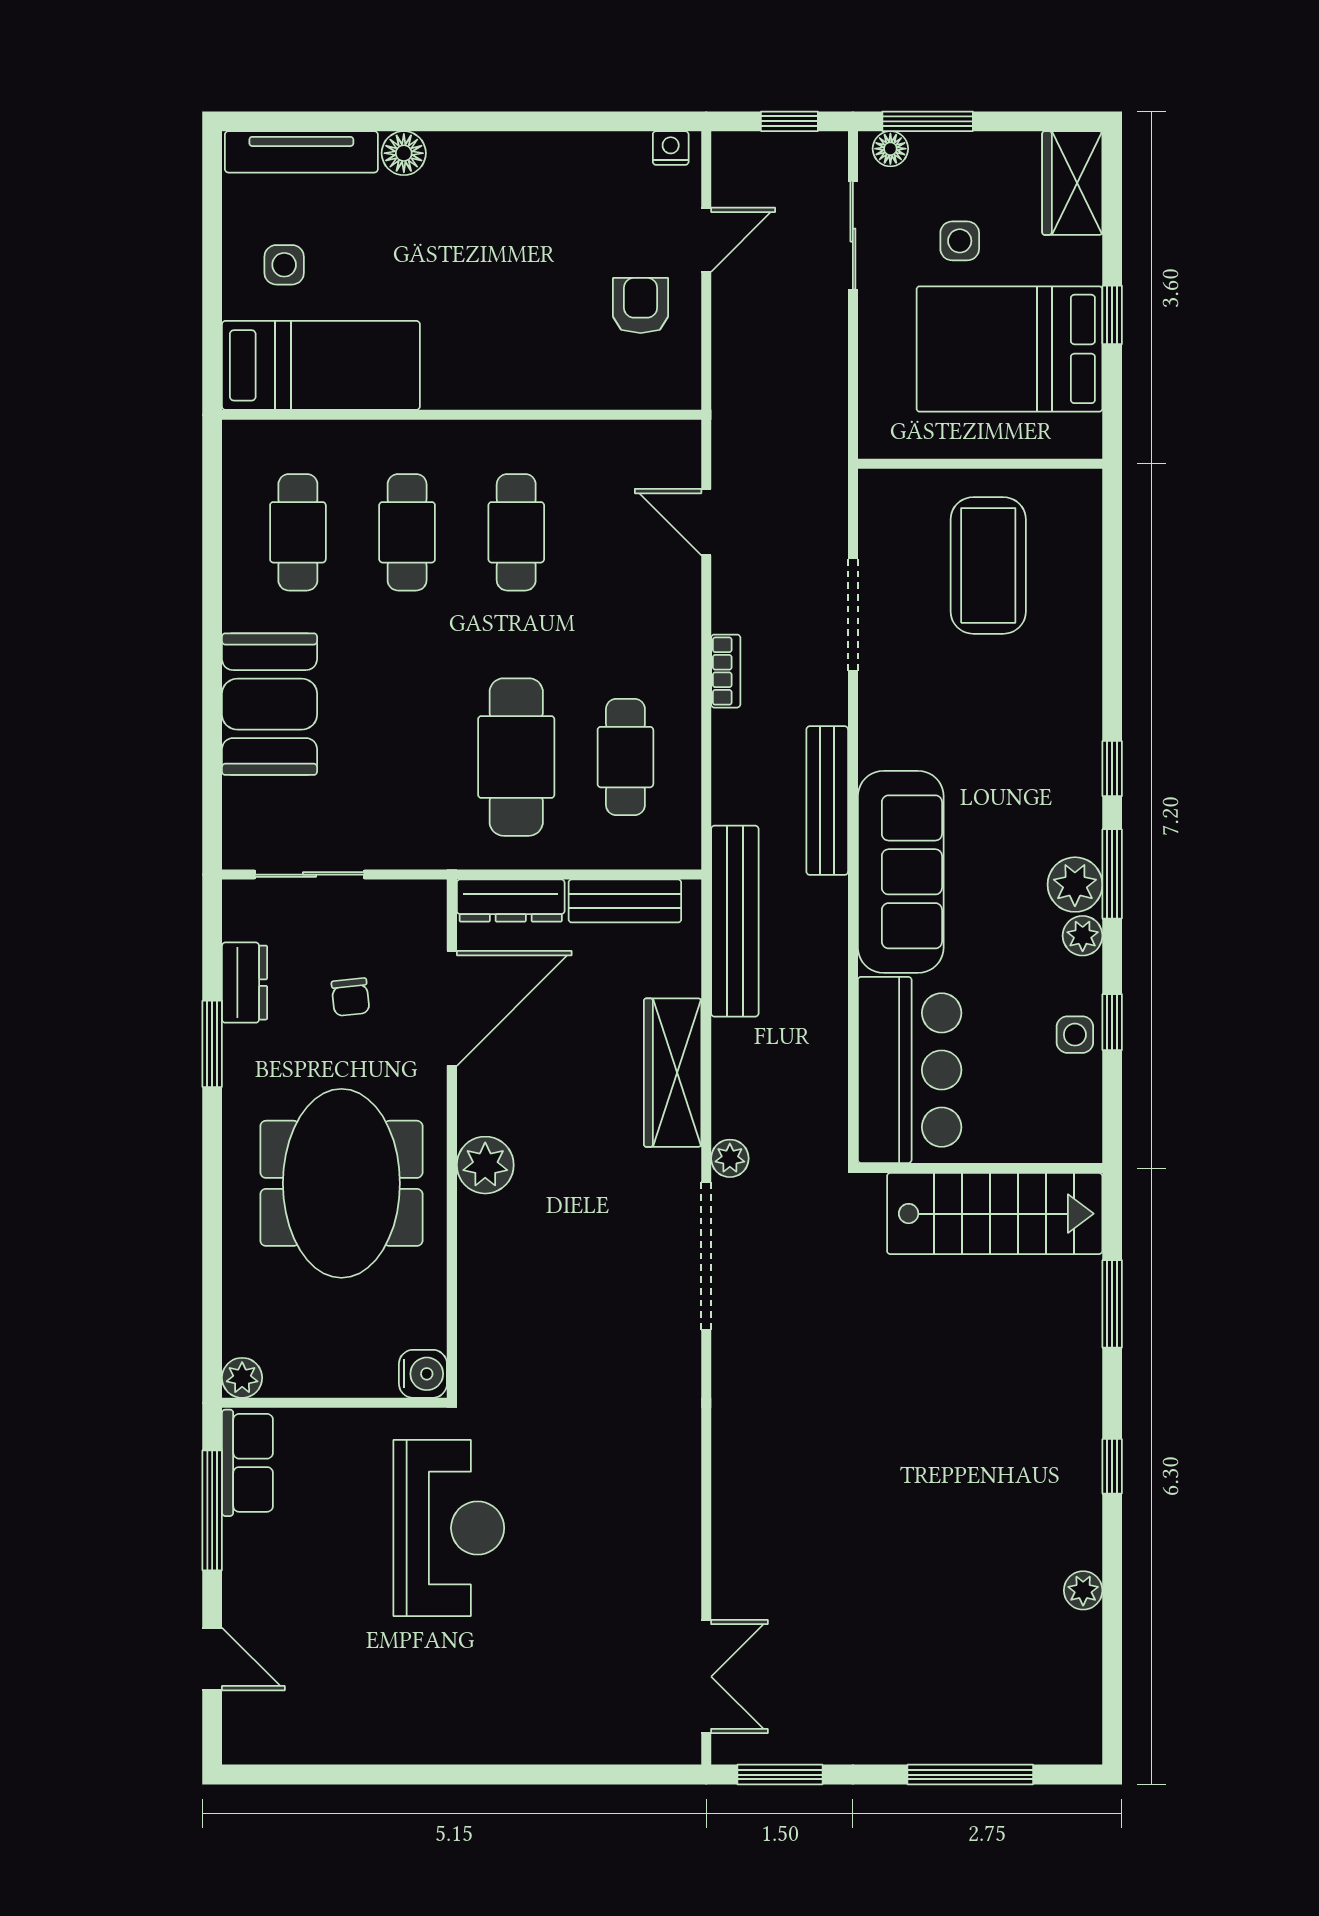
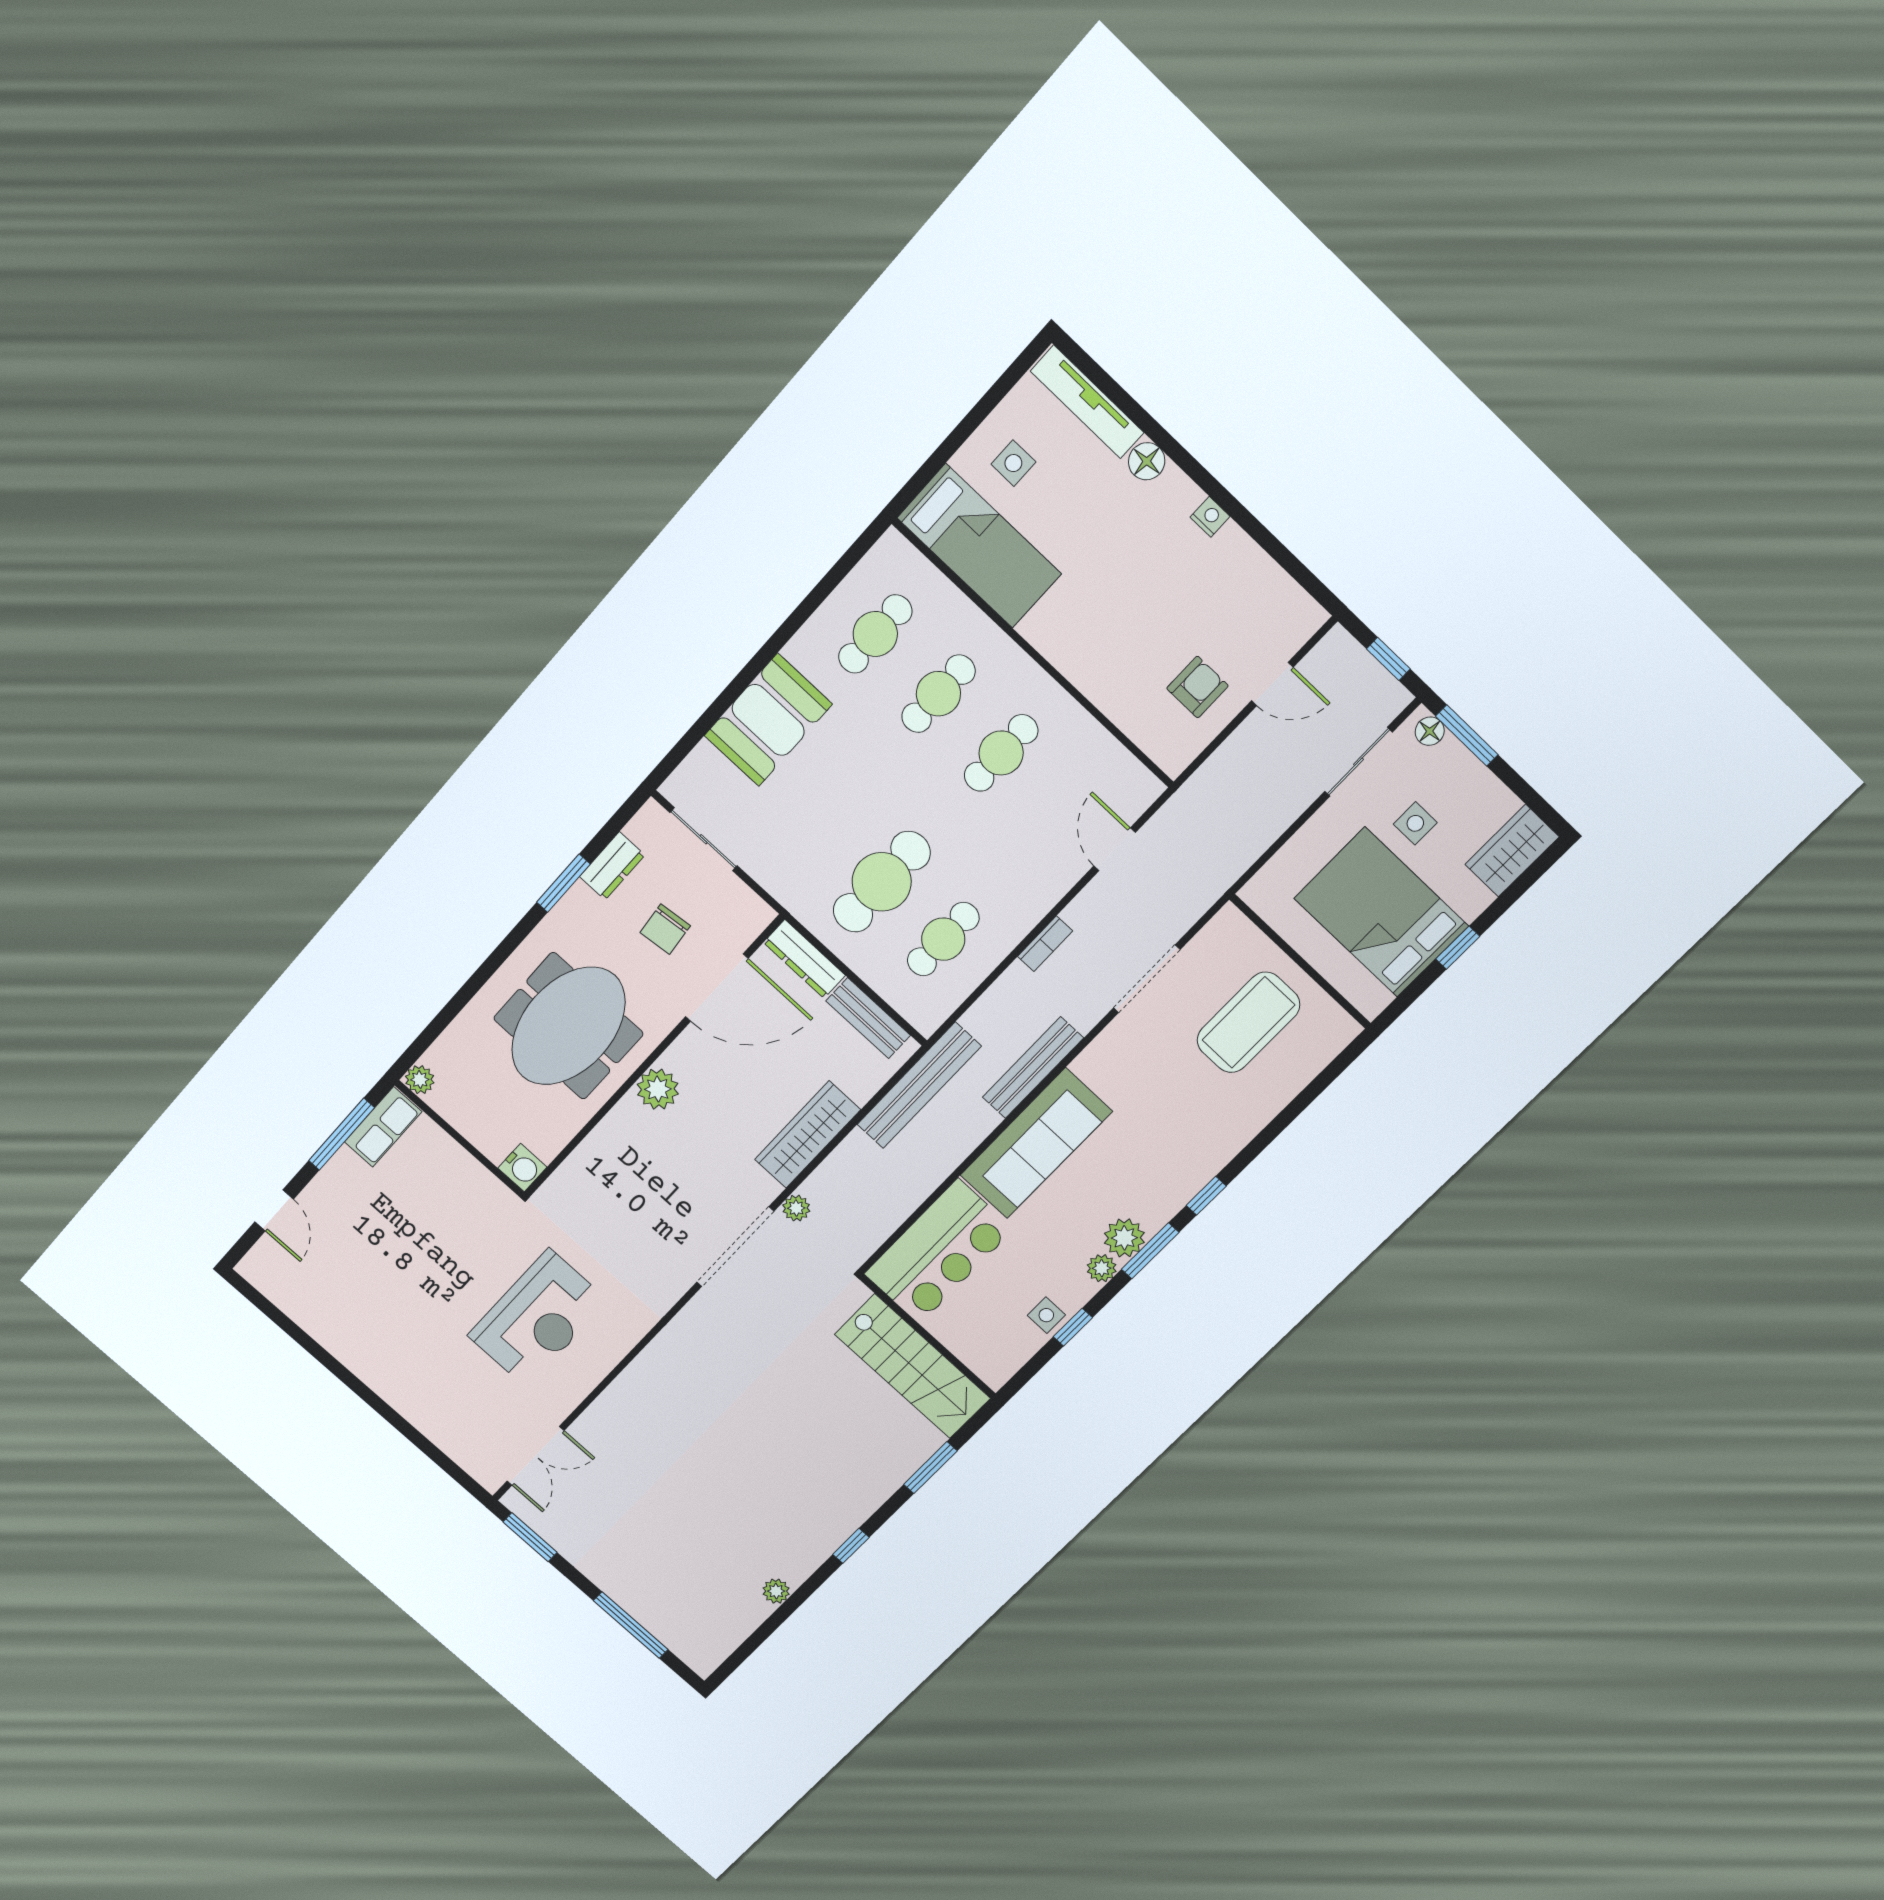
nightstand: (671, 148) -> (1210, 517), moved
chair: (350, 997) -> (665, 929), width x1.37, depth x1.37
reception desk: (449, 1528) -> (538, 1318), moved

